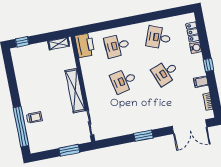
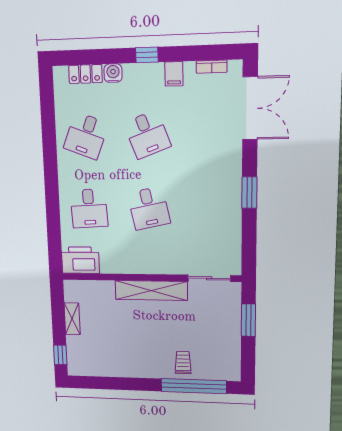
shelving: (59, 44) -> (72, 319), moved

